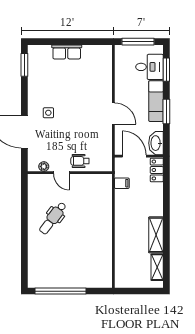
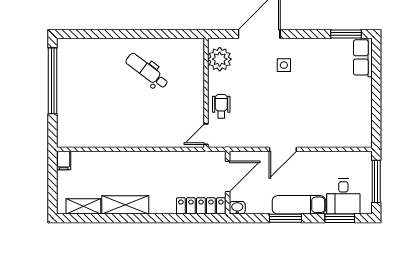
row of seats: (67, 52) -> (363, 57), moved
washbasin: (156, 143) -> (237, 208), width x0.52, depth x0.69
plant: (44, 166) -> (220, 59), width x1.87, depth x1.87
locker: (157, 170) -> (201, 206), width x1.53
door: (61, 173) -> (206, 134), moved
filing cabinet: (122, 183) -> (64, 160), moved

